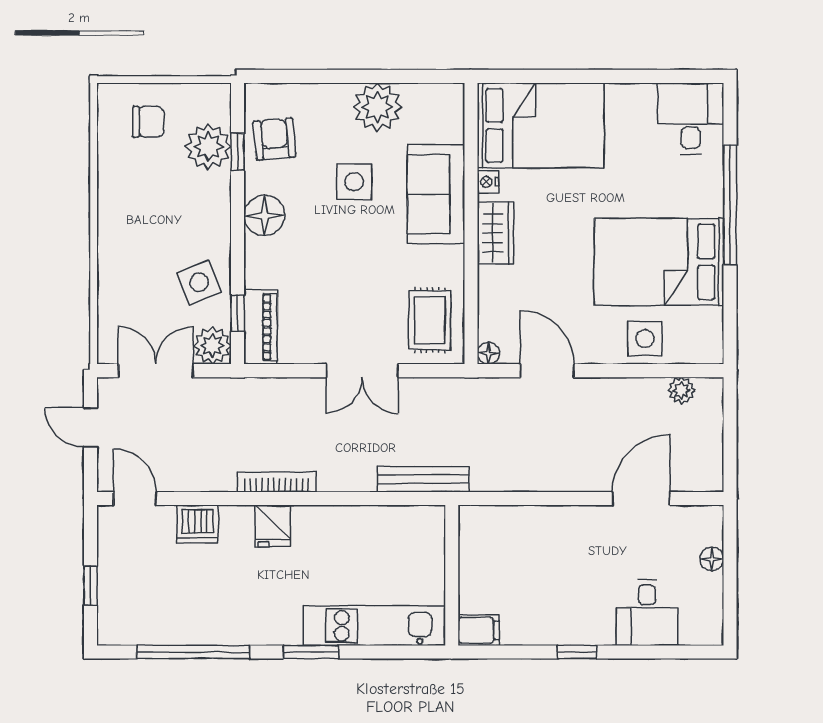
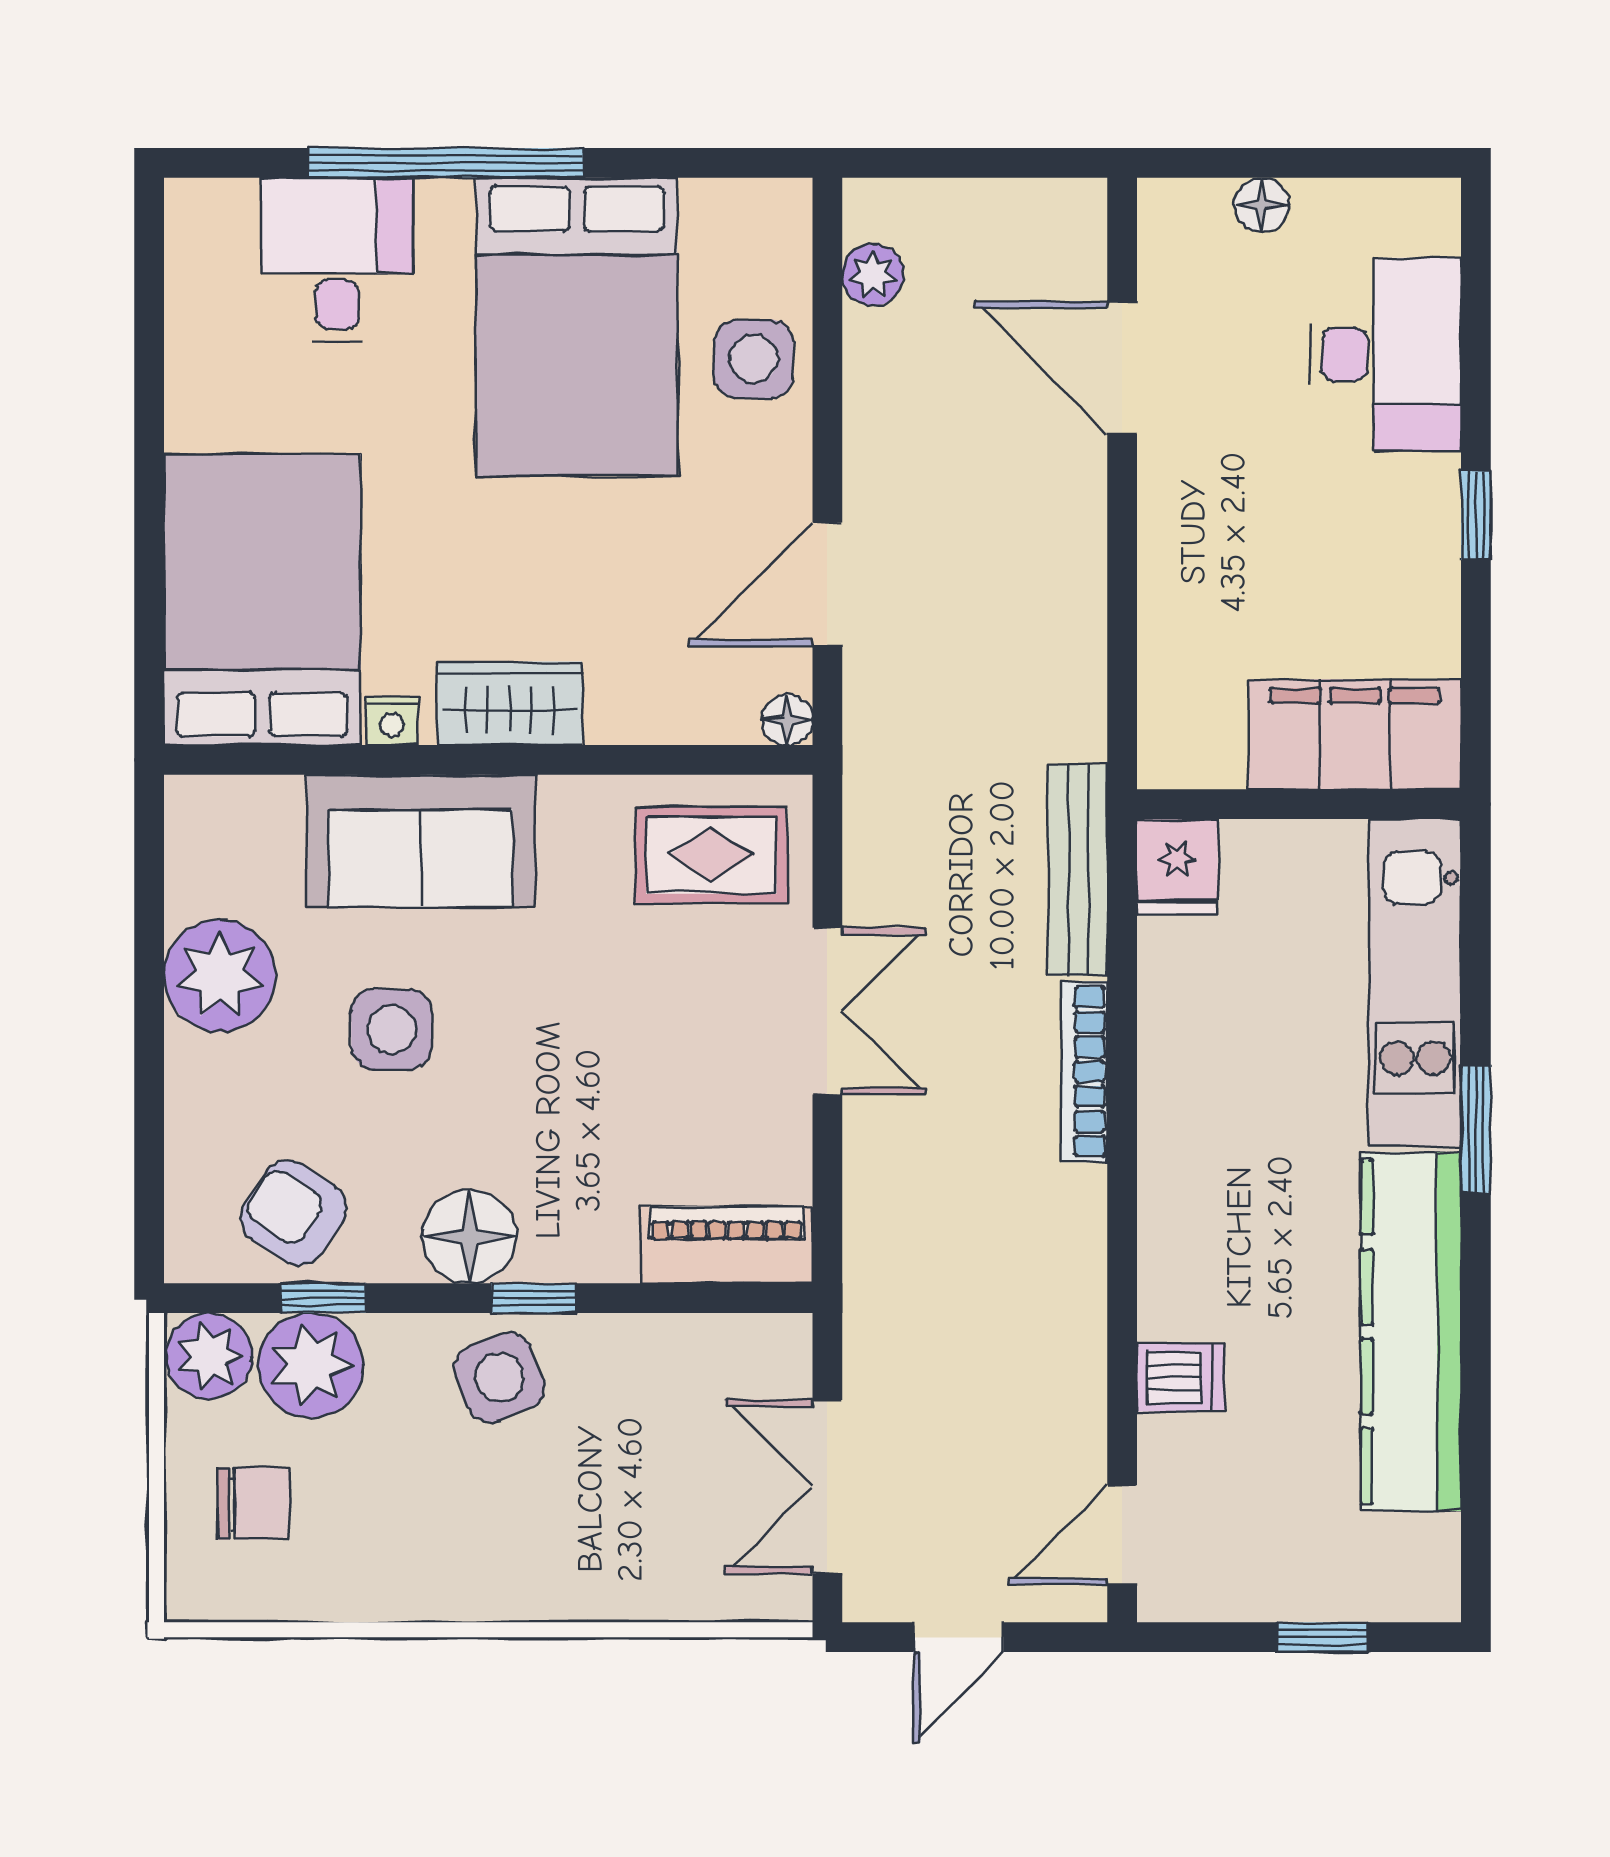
desk: (691, 118) -> (337, 260), moved, turned 90
chair: (148, 122) -> (254, 1504), turned 90
armchair: (274, 139) -> (294, 1213), turned 39
side table: (199, 282) -> (499, 1377), moved
window: (238, 313) -> (533, 1298), moved
plant: (212, 345) -> (209, 1356), moved
bookcase: (277, 482) -> (1084, 1072), moved
dishwasher: (198, 524) -> (1181, 1377), width x0.73
fridge: (273, 526) -> (1177, 867), moved, turned 90
desk: (647, 613) -> (1385, 354), width x1.37
kitchen counter: (223, 624) -> (1411, 1332), added
filing cabinet: (479, 630) -> (1355, 734), width x3.00, depth x1.17
window: (193, 652) -> (1476, 1401), removed

